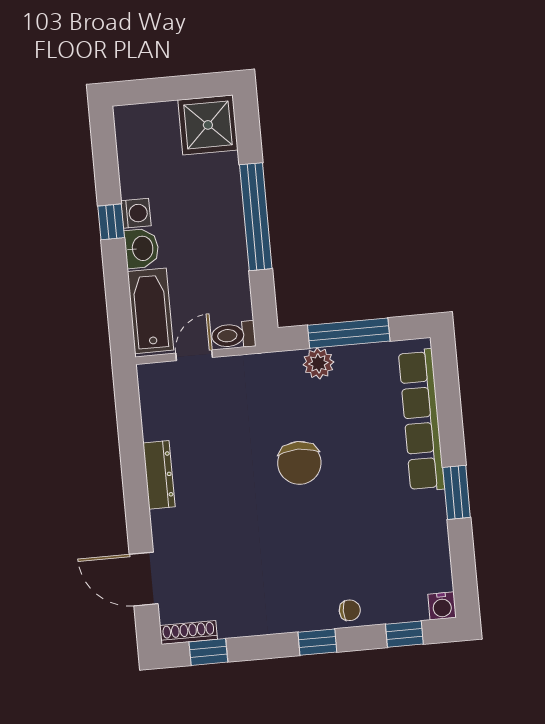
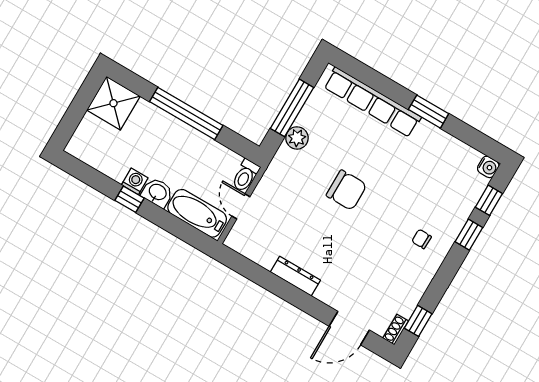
chair: (350, 610) -> (422, 239), moved, turned -89
shoe rack: (188, 632) -> (396, 330), width x0.70
window: (317, 642) -> (469, 235), moved

